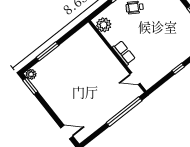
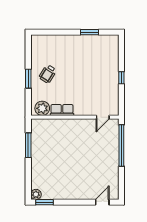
window: (47, 51) -> (28, 145), moved
row of seats: (124, 53) -> (62, 110), moved

